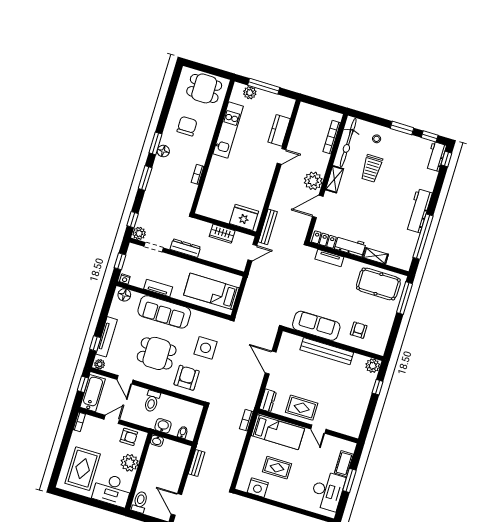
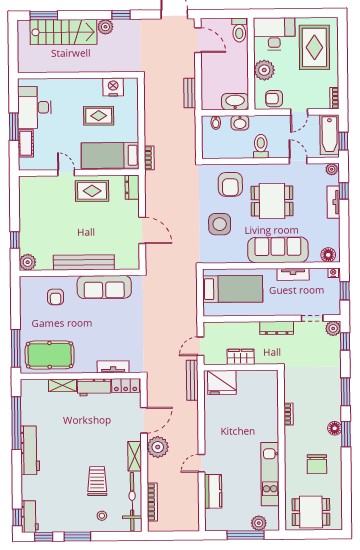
tv unit: (107, 337) -> (333, 202), width x0.71
washbasin: (157, 441) -> (235, 102), width x1.91, depth x1.45

